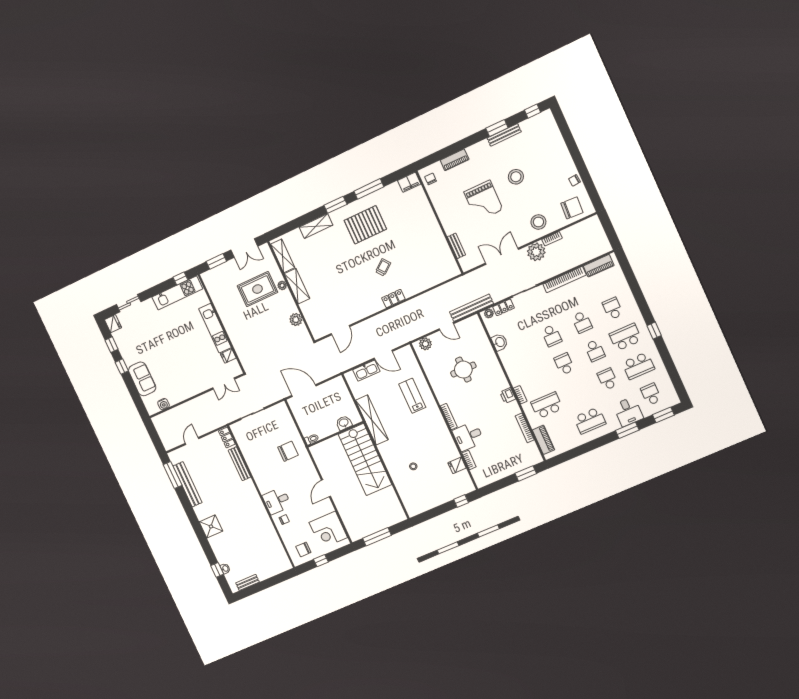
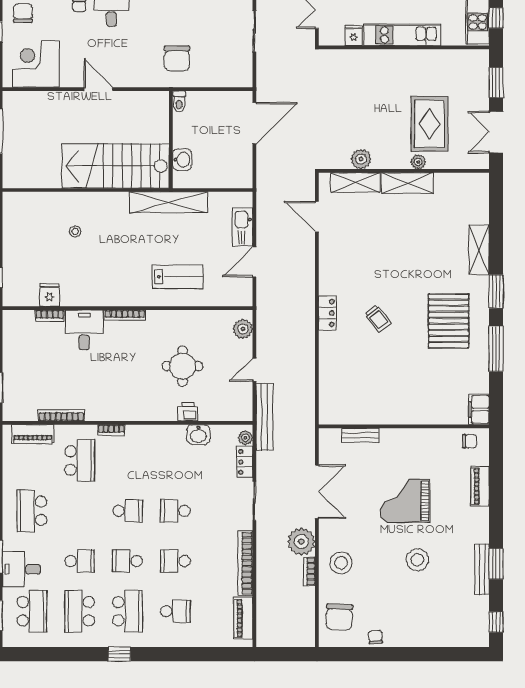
shelving: (283, 256) -> (355, 182), moved
school desk: (651, 394) -> (32, 611), width x1.85
printer: (508, 396) -> (188, 412), moved

